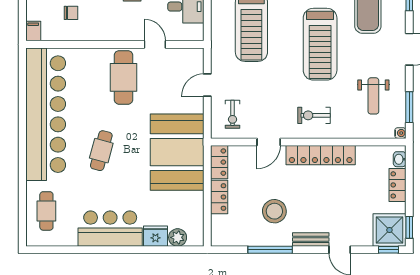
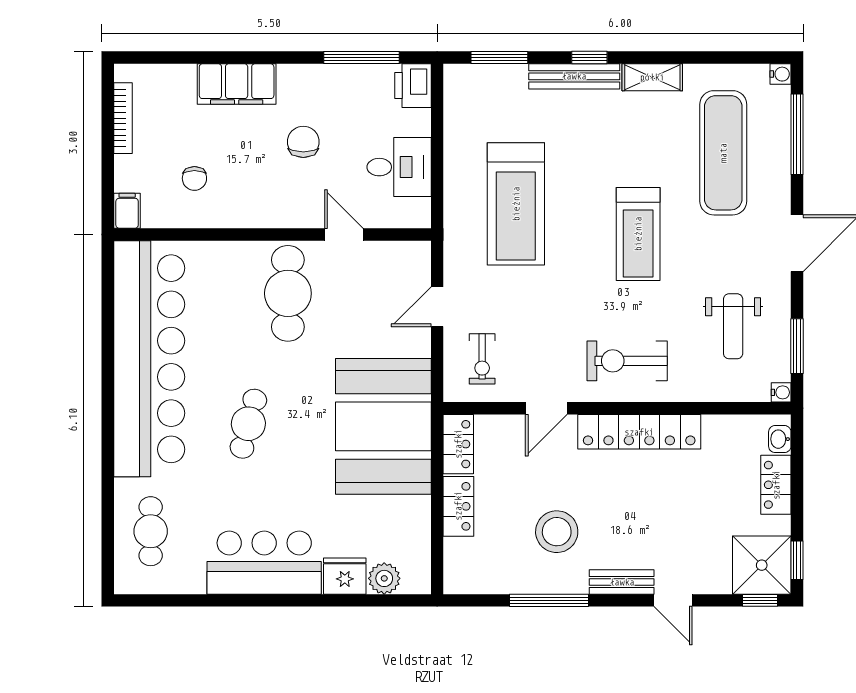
chair: (71, 13) -> (194, 178), turned 90
treadmill: (320, 44) -> (638, 234), width x0.73, depth x0.73
exercise bike: (314, 115) -> (627, 361), width x1.38, depth x1.39

